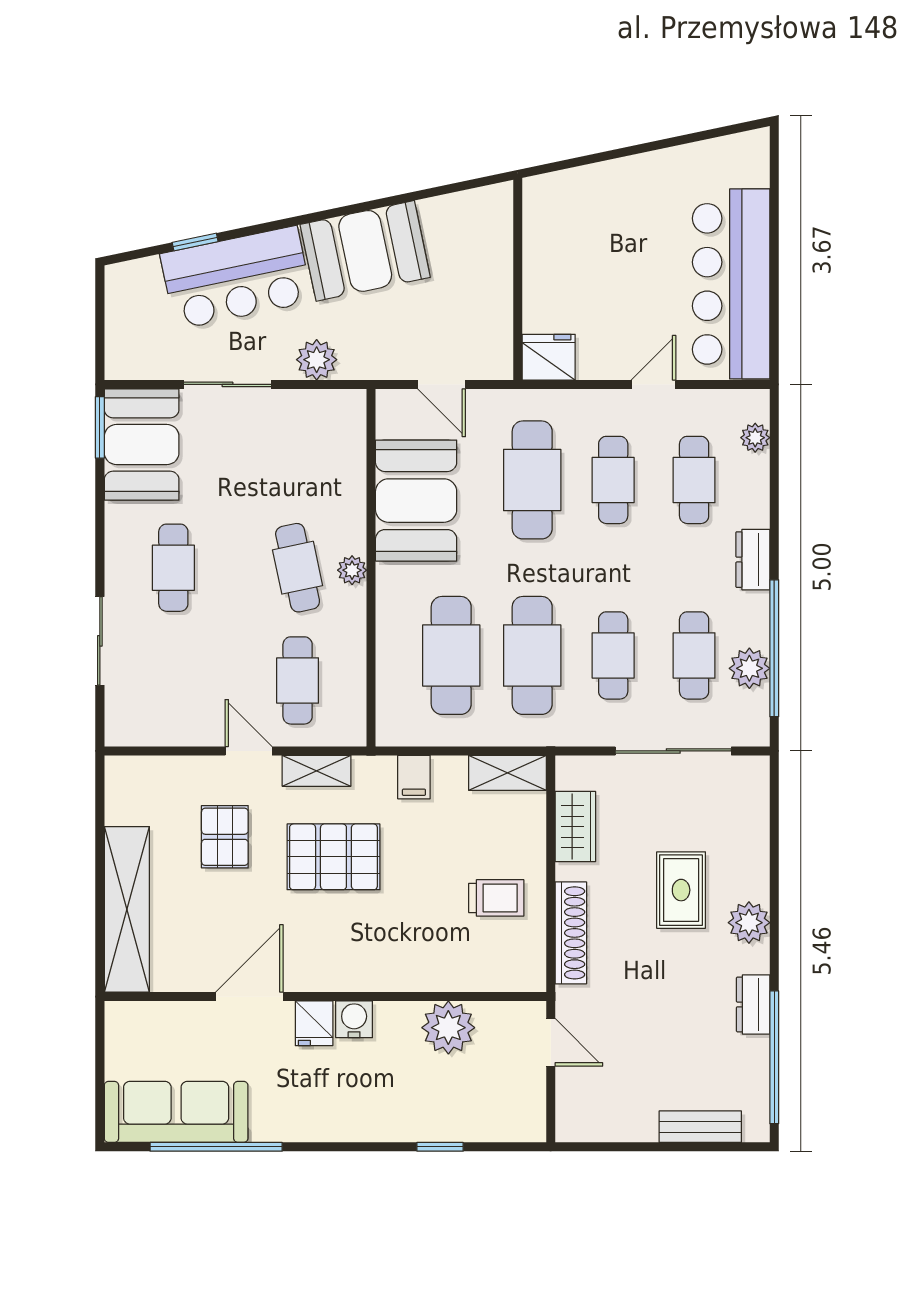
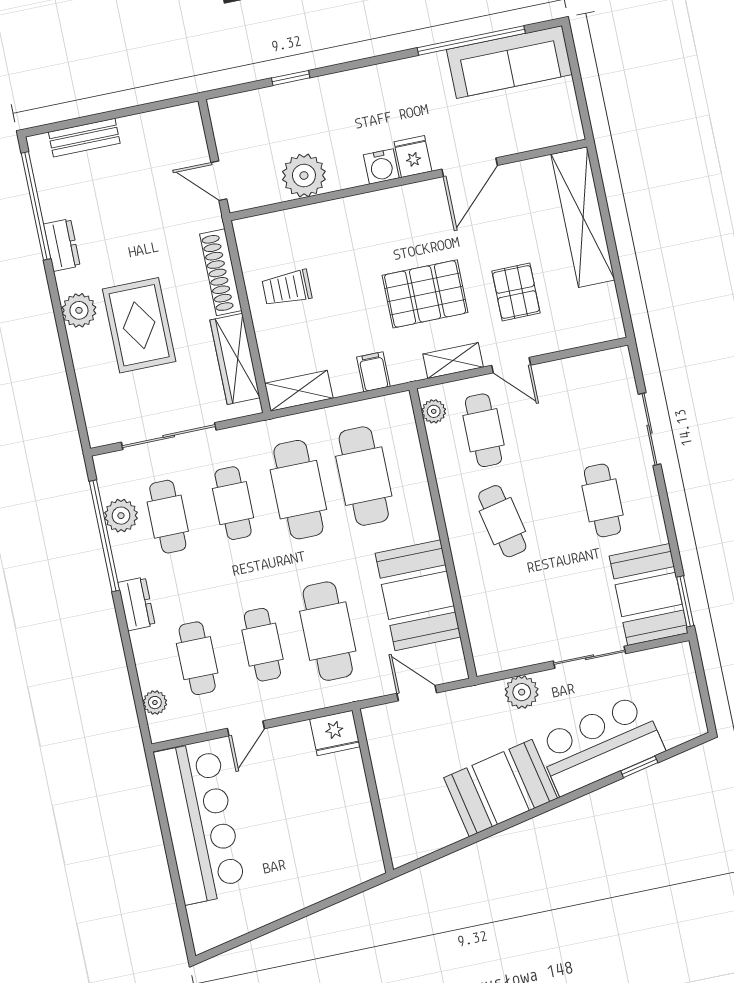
plant: (352, 570) -> (434, 411), moved
wardrobe: (575, 827) -> (235, 359), width x1.50
rug: (681, 890) -> (139, 325), width x1.36, depth x1.43

